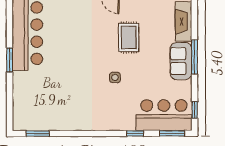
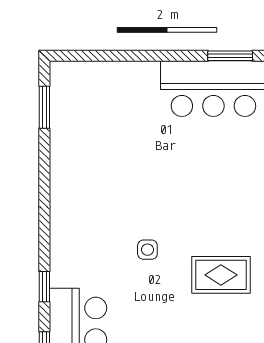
window: (10, 60) -> (230, 56), moved

